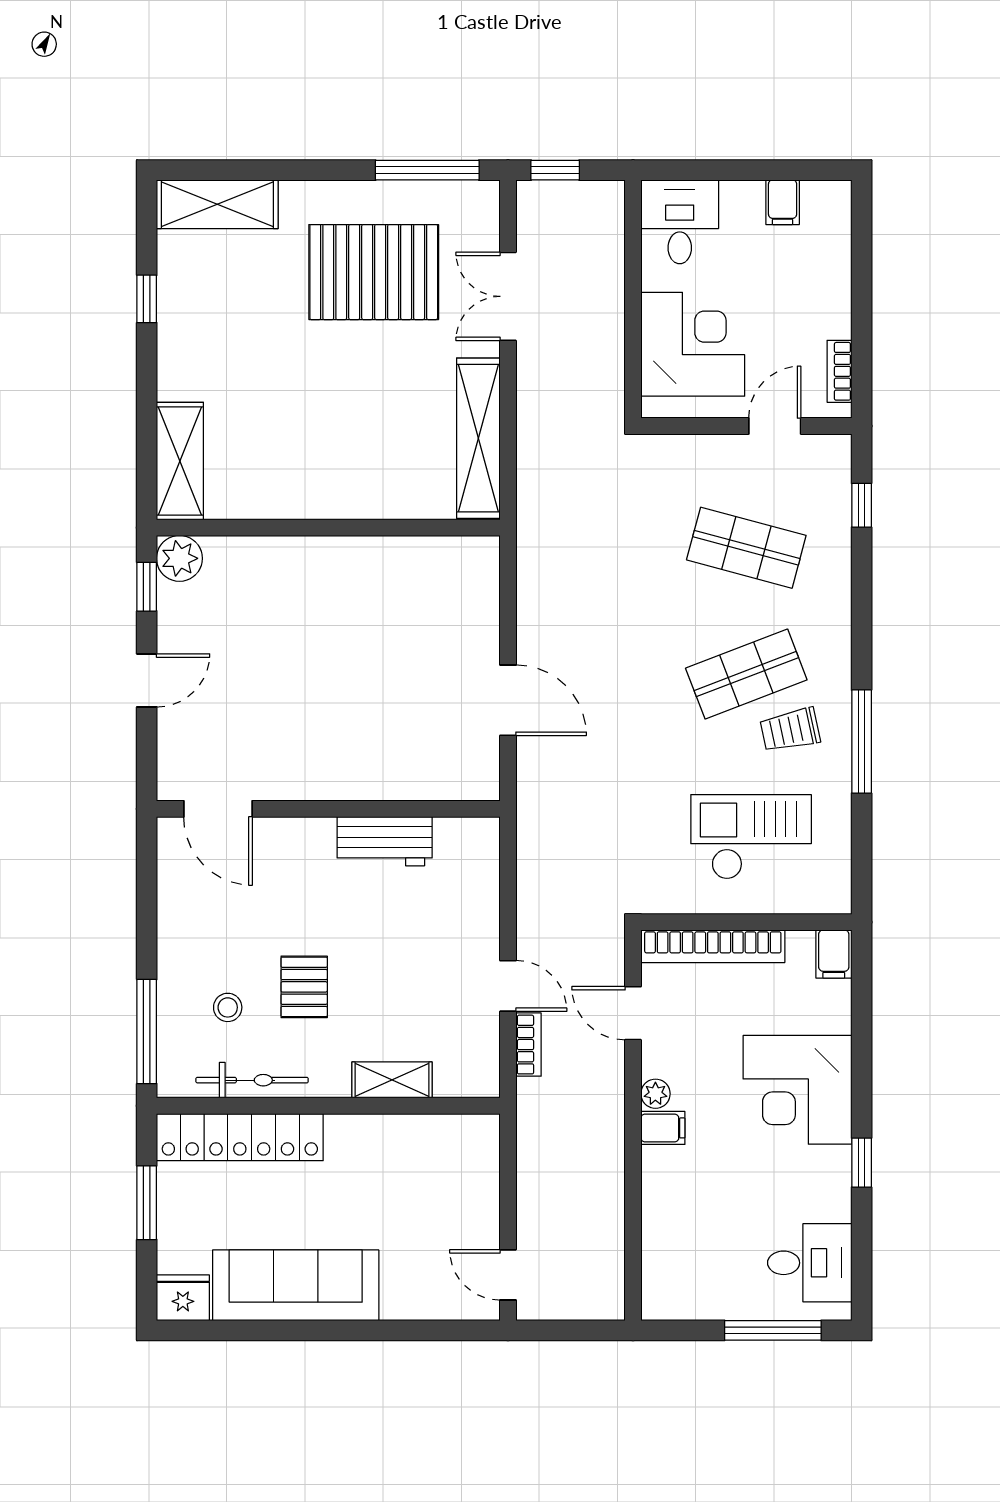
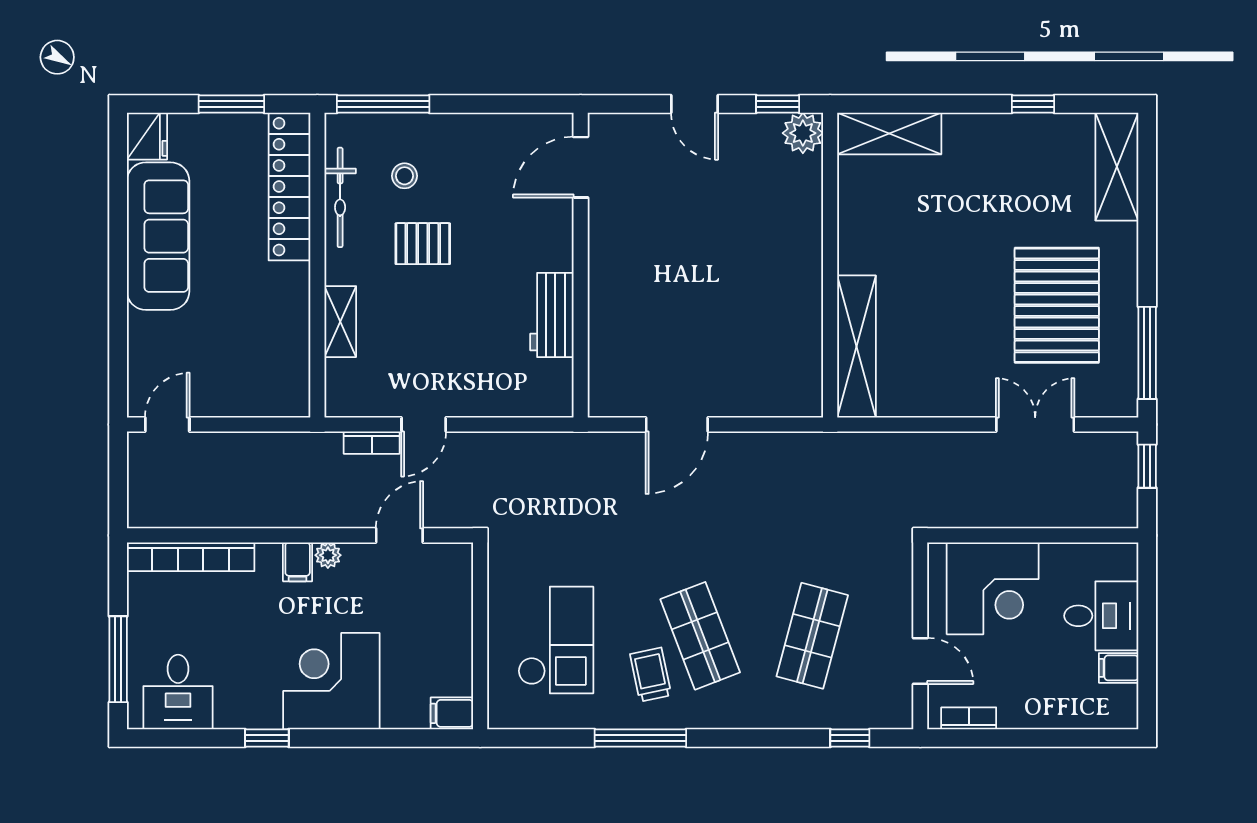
desk: (680, 222) -> (1101, 616), moved
shelving: (478, 438) -> (856, 346), moved, turned 90
bookcase: (713, 946) -> (191, 557), moved, turned -90

